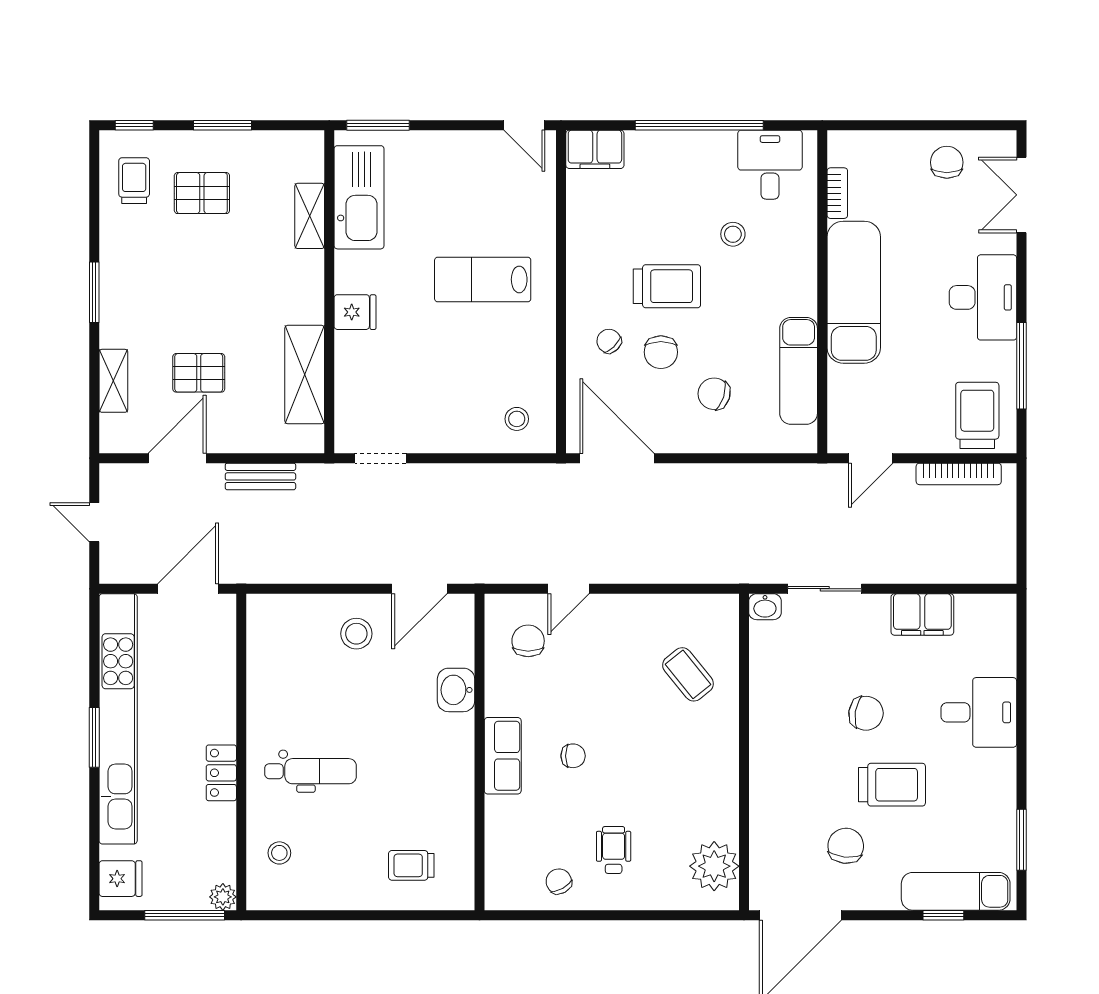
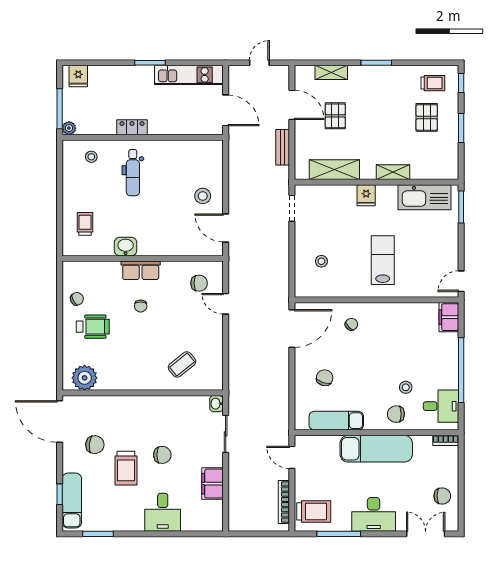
bookcase: (837, 193) -> (446, 440), moved
shelving: (310, 216) -> (393, 172), moved
trolley: (667, 286) -> (379, 354), removed
chair: (661, 352) -> (396, 414), moved
stool: (517, 419) -> (321, 261), moved
washbasin: (456, 690) -> (126, 247), moved
chair: (866, 713) -> (162, 455), turned -99
kitchen unit: (118, 719) -> (189, 75), width x0.54
wheelchair: (614, 850) -> (93, 327), width x1.36, depth x1.37

